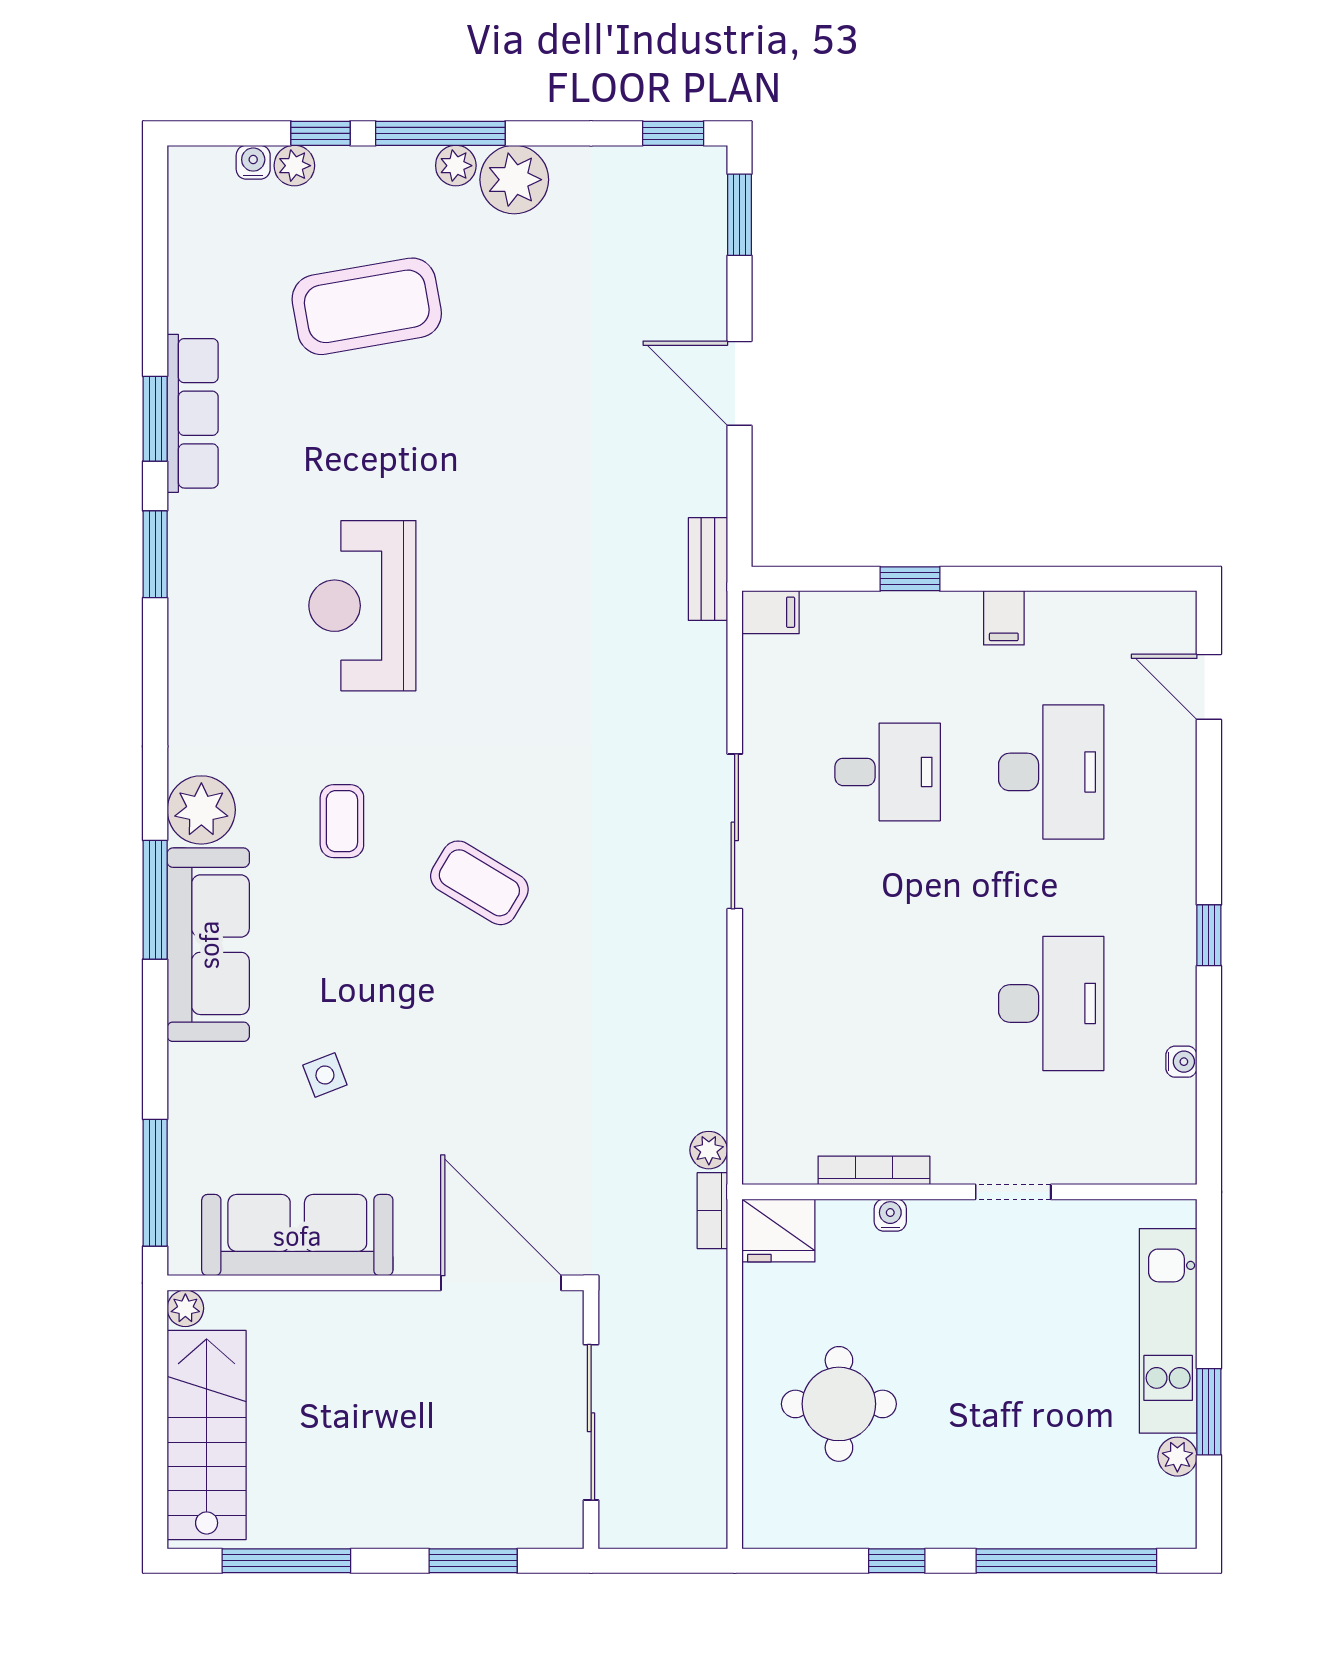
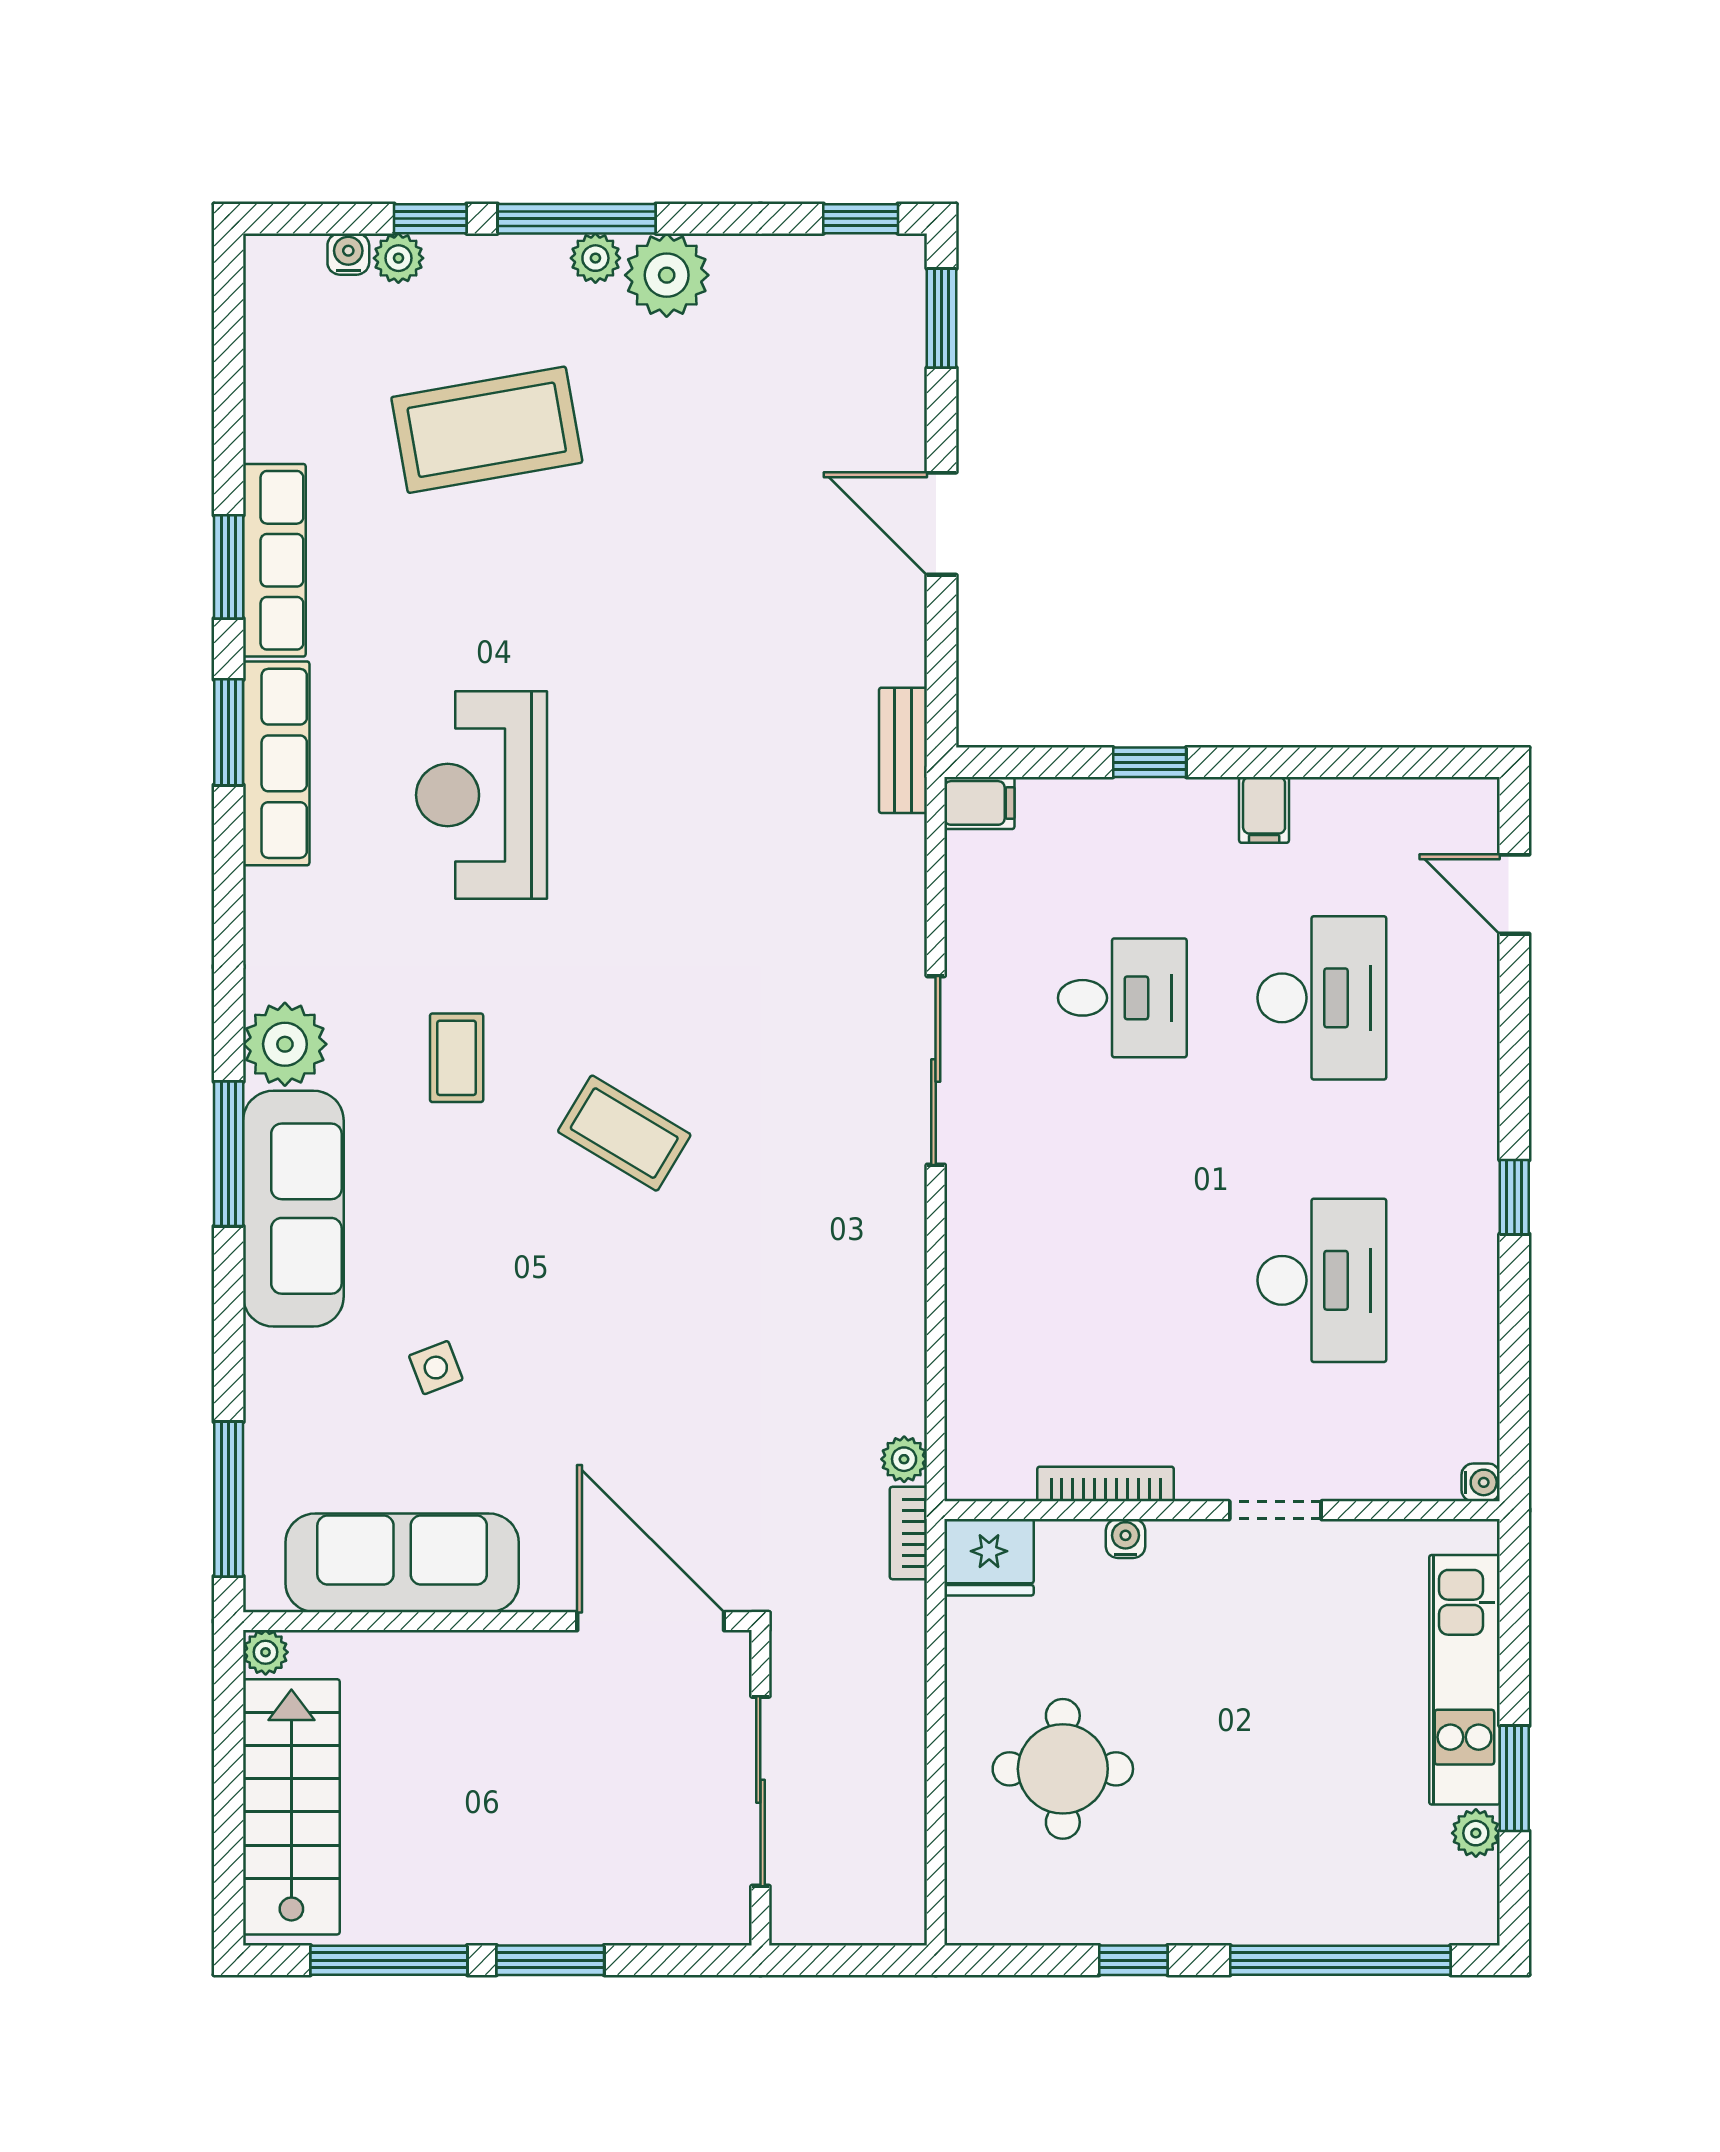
row of seats: (194, 580) -> (276, 763), added
water cooler: (1181, 1062) -> (1481, 1482), moved
window: (473, 1561) -> (550, 1960), moved

